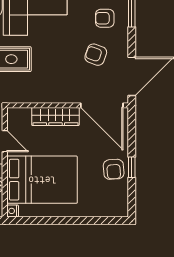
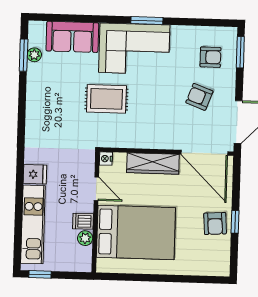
armchair: (105, 18) -> (210, 57), turned 180
nightstand: (13, 211) -> (106, 159), moved

